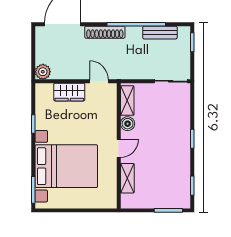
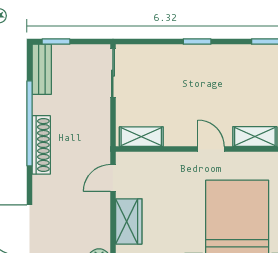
shoe rack: (105, 32) -> (41, 145), moved
bench: (160, 33) -> (42, 69), moved
boiler: (128, 124) -> (175, 136), removed

